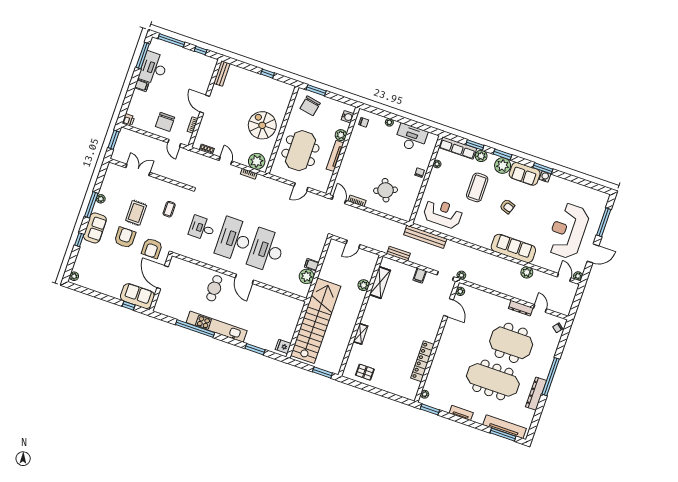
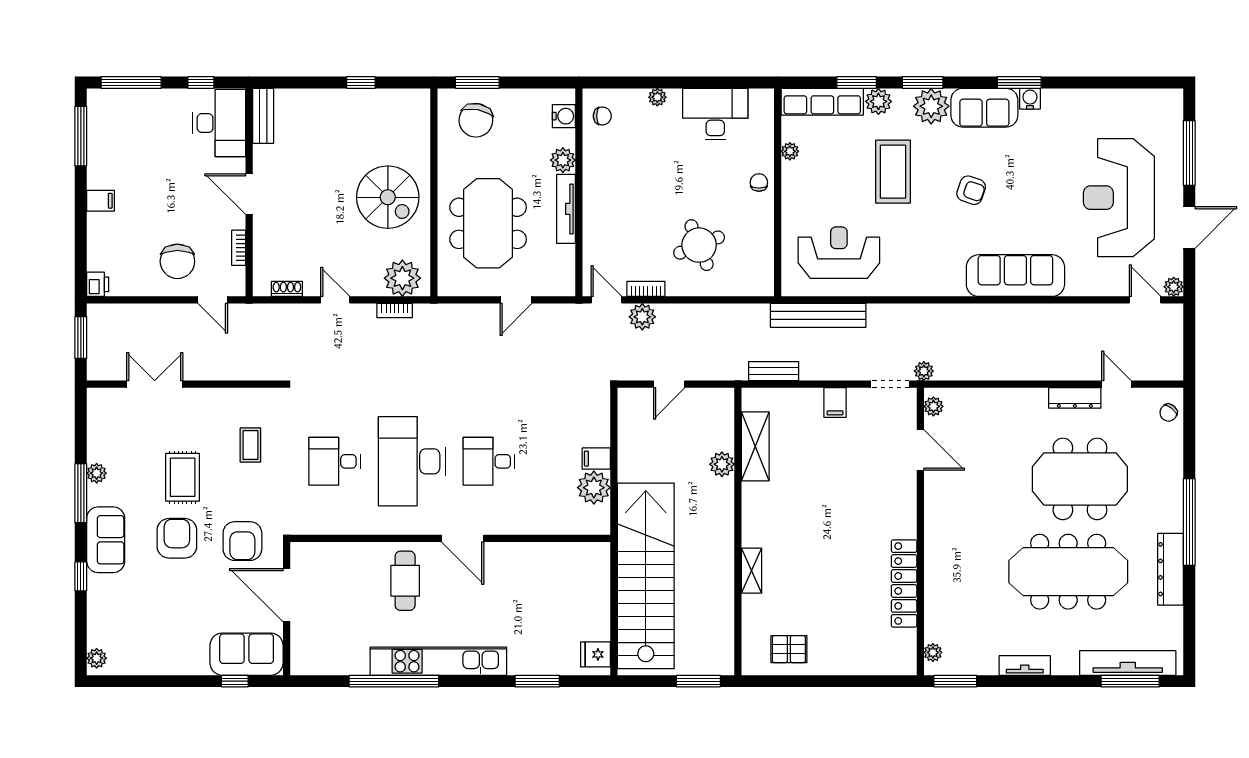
desk: (153, 68) -> (219, 123), moved, turned 180
spiral stairs: (262, 125) -> (388, 197), turned 180
desk: (266, 250) -> (489, 461), width x0.53, depth x0.77
plant: (527, 272) -> (642, 317), moved

